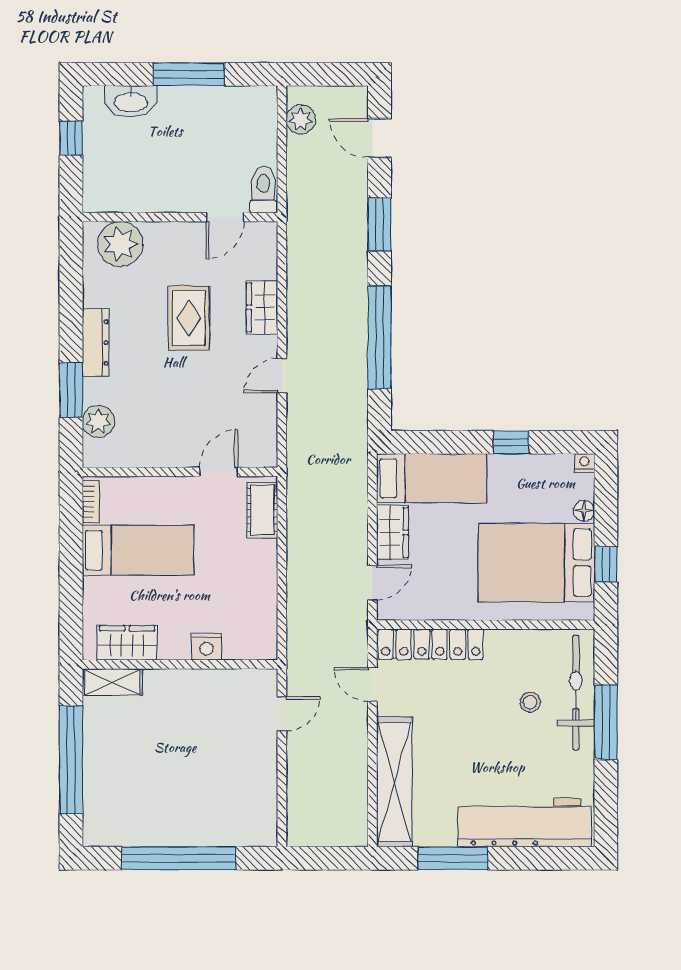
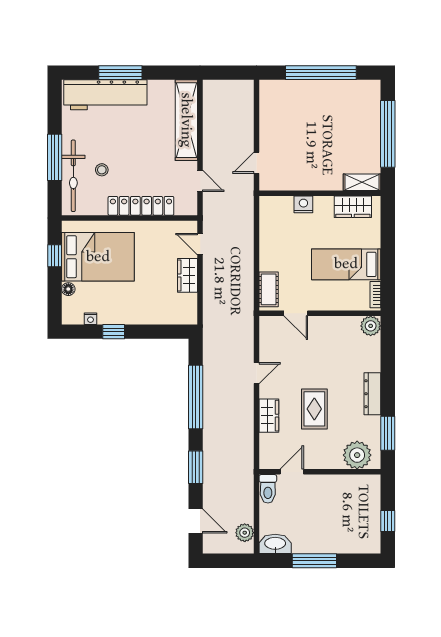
washbasin: (131, 101) -> (275, 544), moved
window: (71, 390) -> (388, 433), moved
plant: (98, 421) -> (371, 326), moved
nightstand: (584, 463) -> (90, 319), moved
door: (219, 472) -> (296, 313), hinge flipped
bed: (432, 478) -> (163, 309), removed
door: (372, 583) -> (200, 244), hinge flipped
locker: (431, 644) -> (141, 206), moved
window: (453, 858) -> (120, 73), moved

